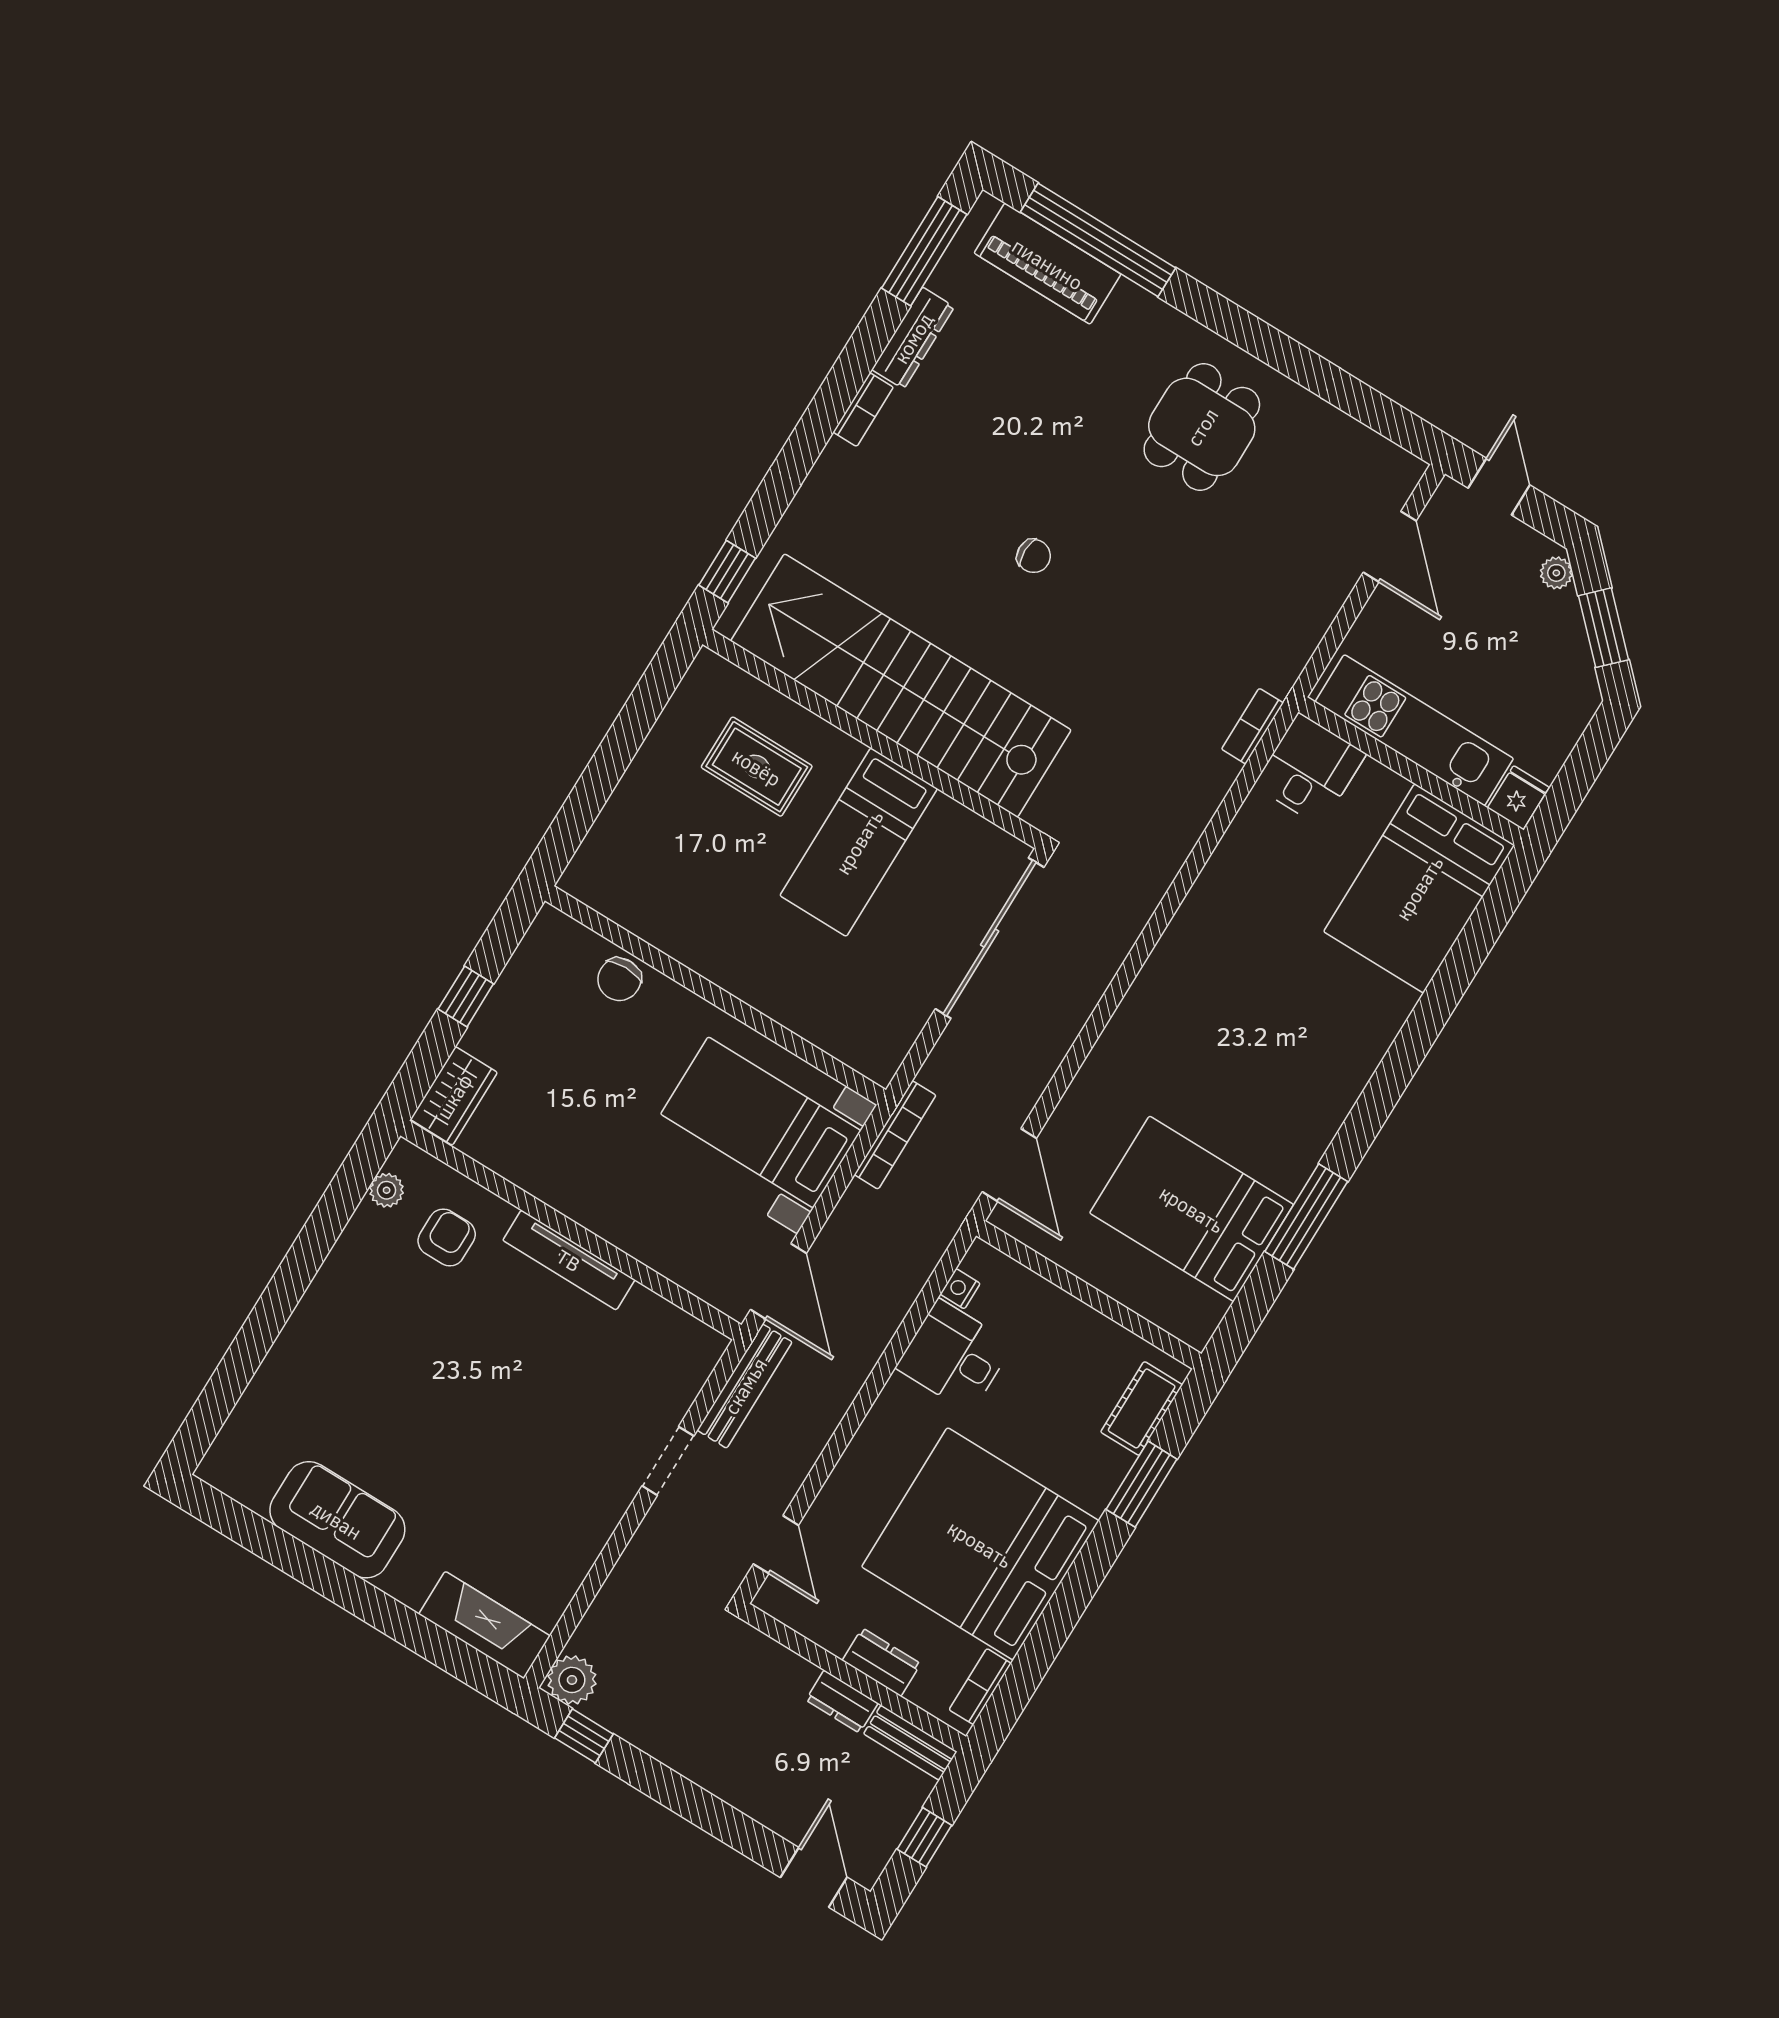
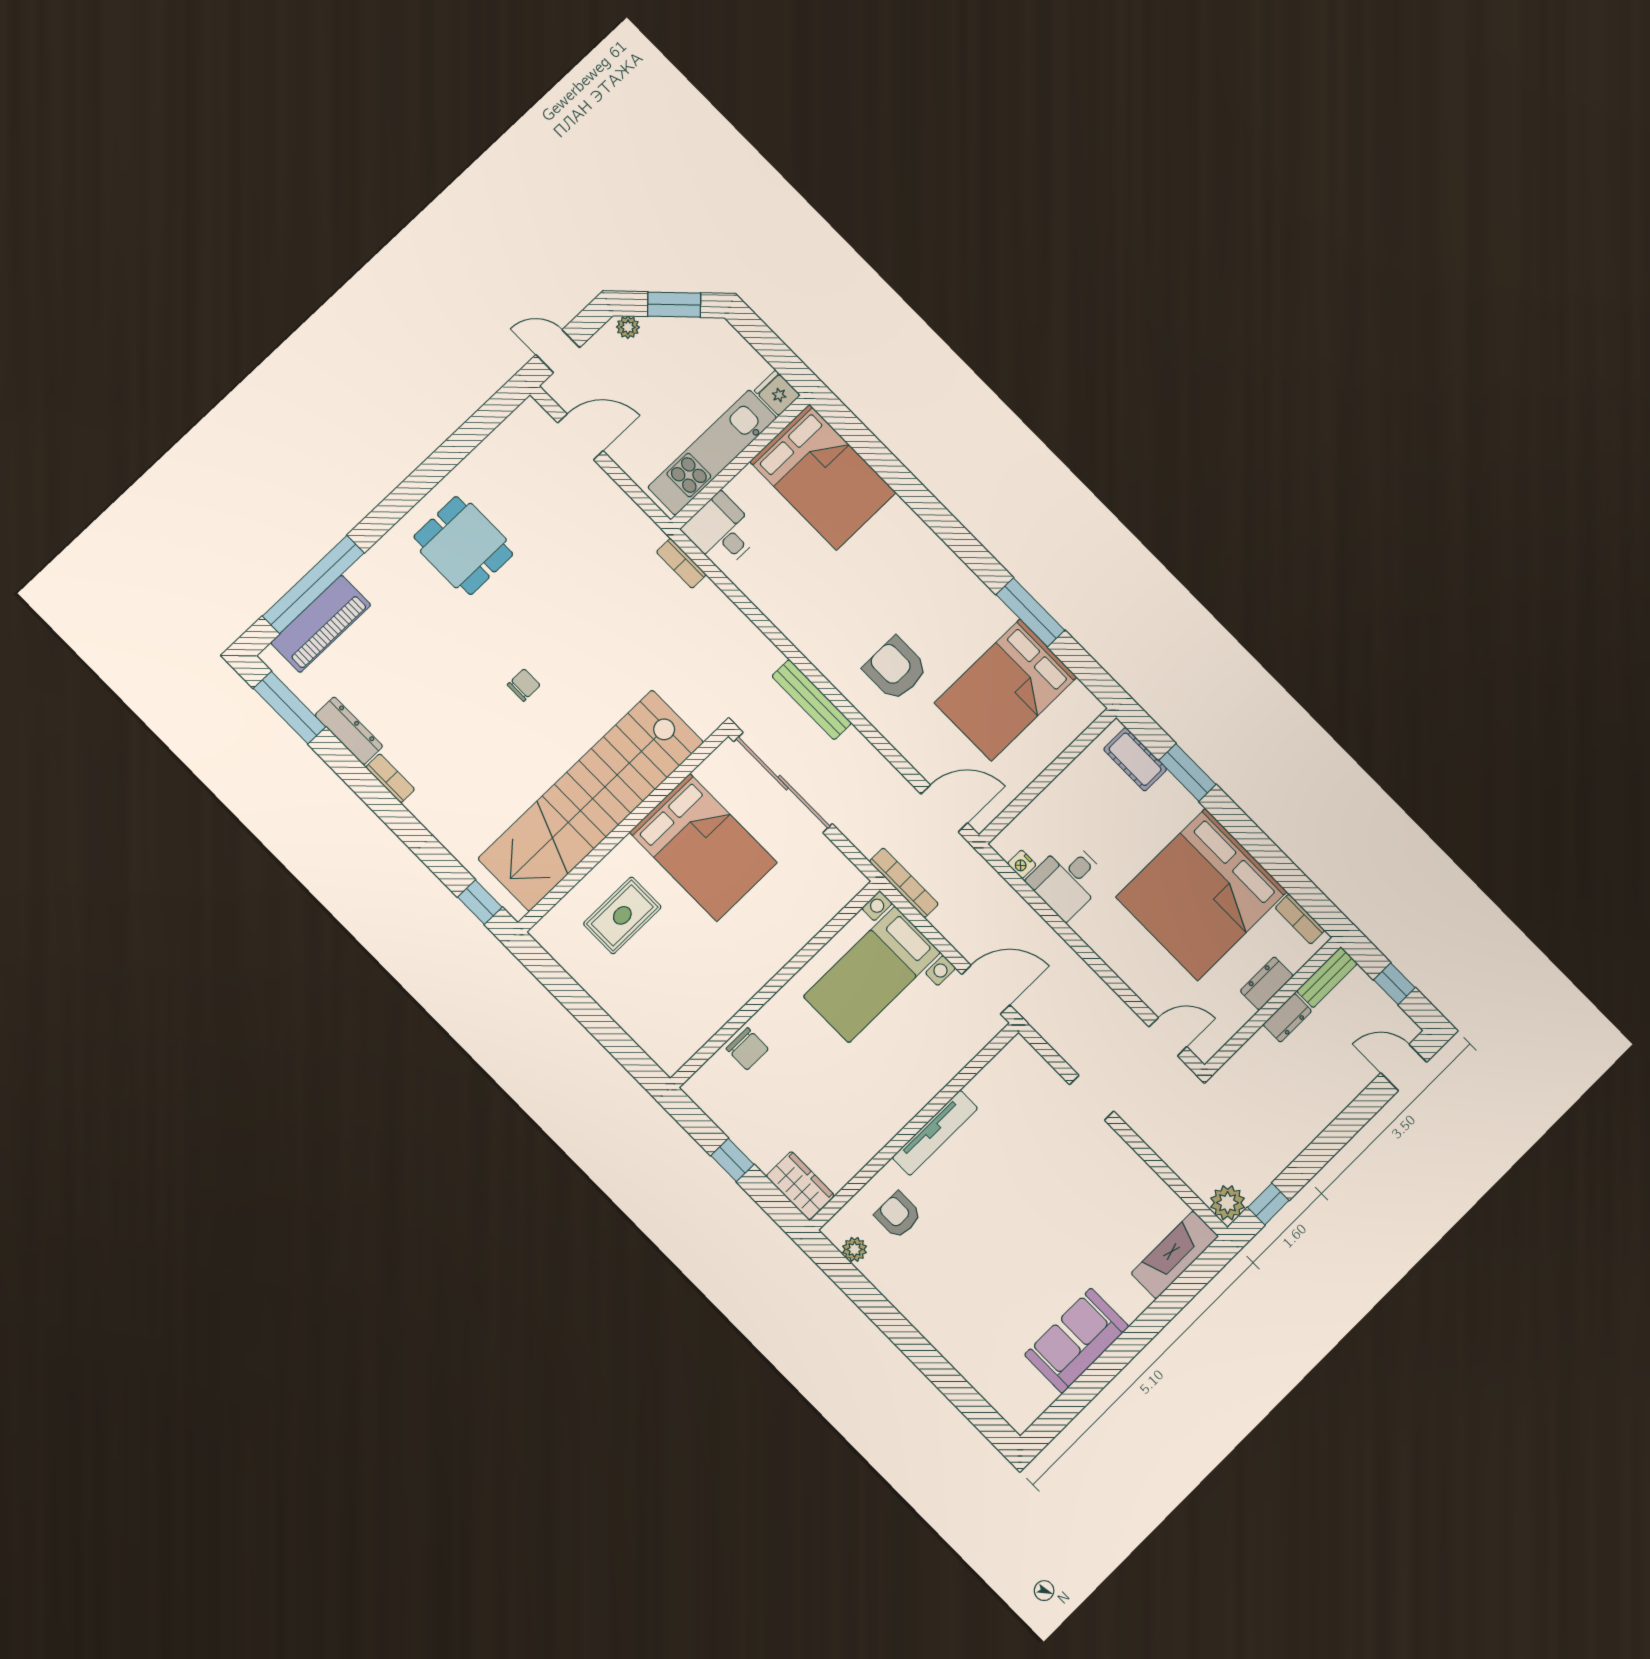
bed: (859, 842) -> (703, 847), width x1.50
armchair: (1182, 1052) -> (895, 669), added
bench: (745, 1386) -> (812, 700), moved

